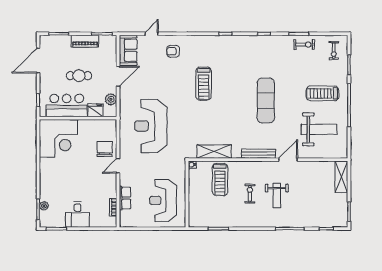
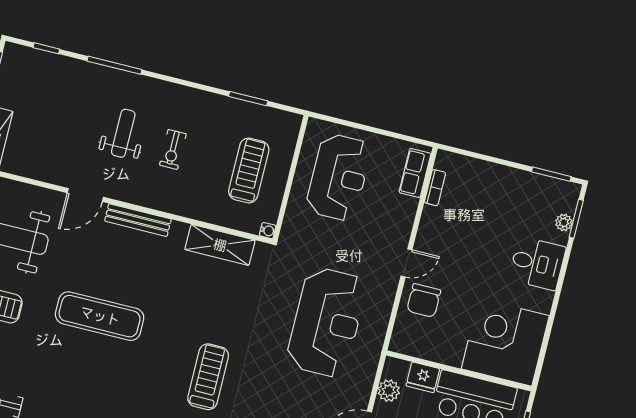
exercise mat: (266, 101) -> (100, 316), turned 90
treadmill: (220, 180) -> (249, 170), moved
row of seats: (125, 198) -> (415, 173), moved
desk: (77, 215) -> (537, 263), moved, turned 90

